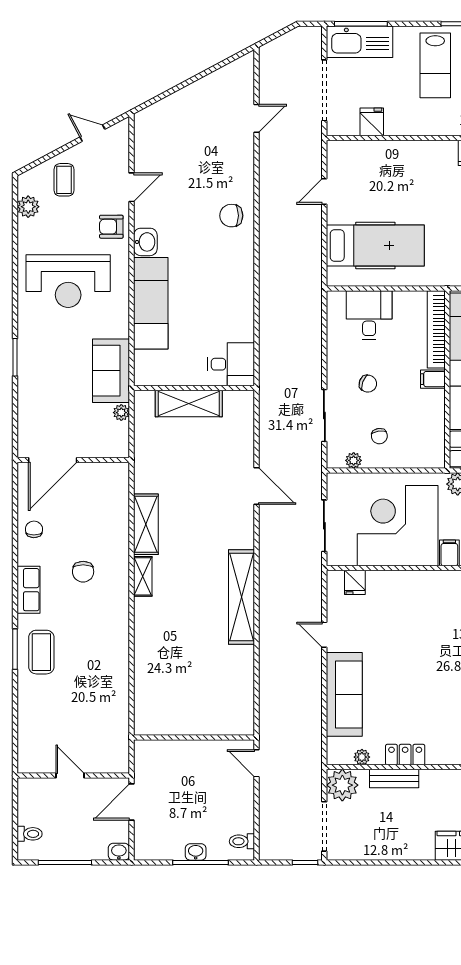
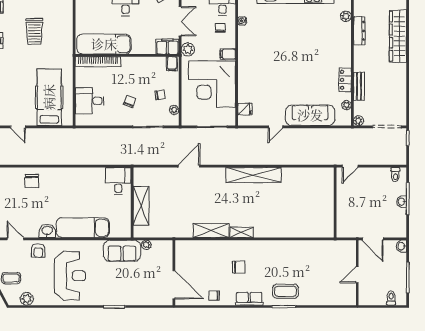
filing cabinet: (433, 379) -> (172, 64), moved
plant: (342, 785) -> (358, 121), width x0.53, depth x0.53

